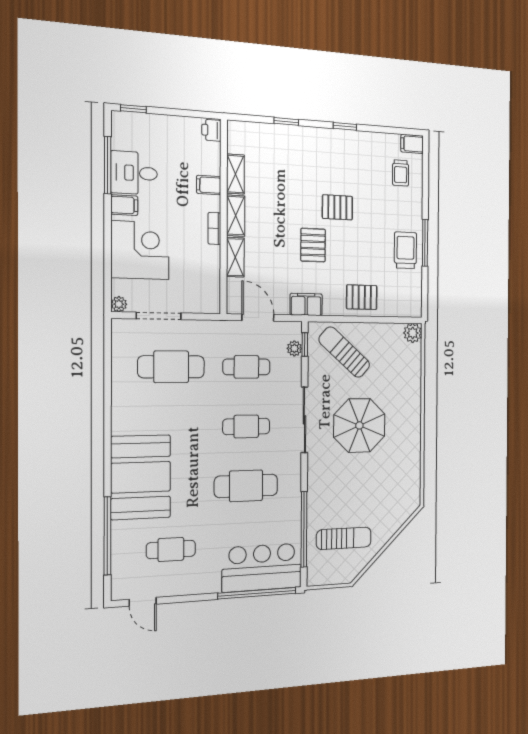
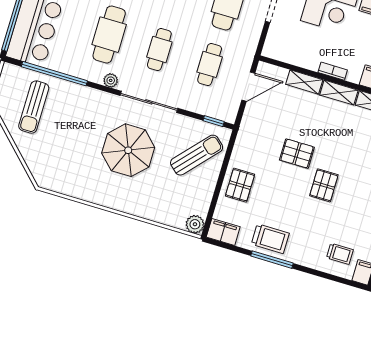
trolley: (401, 173) -> (340, 254), turned 180
filing cabinet: (306, 304) -> (223, 232), moved, turned -90
plant: (294, 348) -> (111, 80), moved

